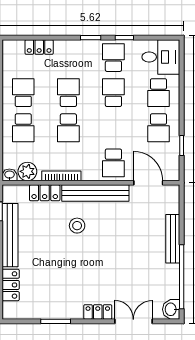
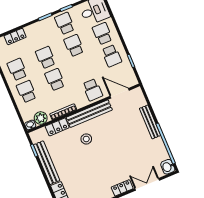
school desk: (158, 93) -> (102, 34), turned 180
school desk: (23, 128) -> (26, 92), turned 180
school desk: (68, 128) -> (55, 80), turned 180

